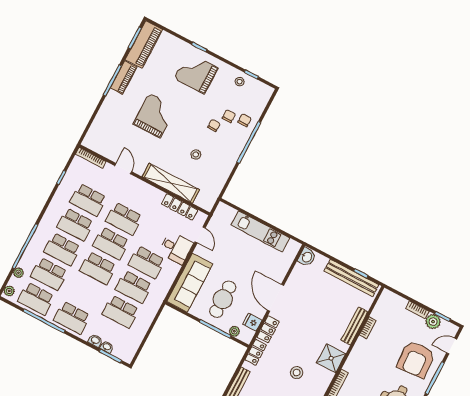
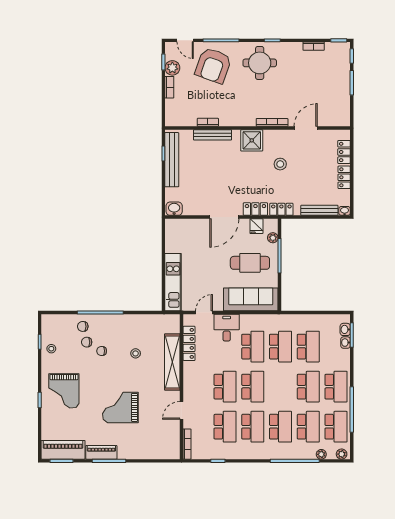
kitchen unit: (260, 231) -> (173, 282), moved
school desk: (98, 268) -> (308, 387), moved
washbasin: (95, 340) -> (345, 329), moved
armchair: (416, 359) -> (213, 65), turned 114

